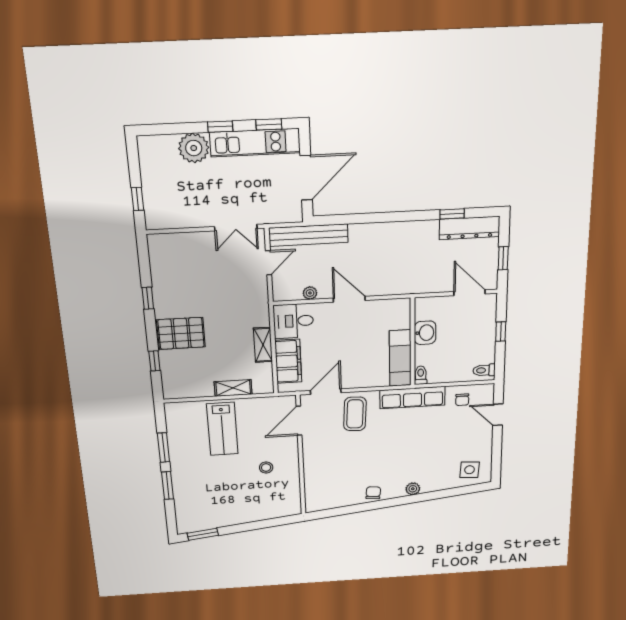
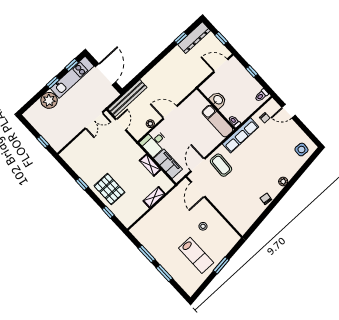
pallet: (181, 333) -> (109, 189), turned 90
lab bench: (222, 429) -> (196, 255), moved
window: (203, 534) -> (221, 265), moved

